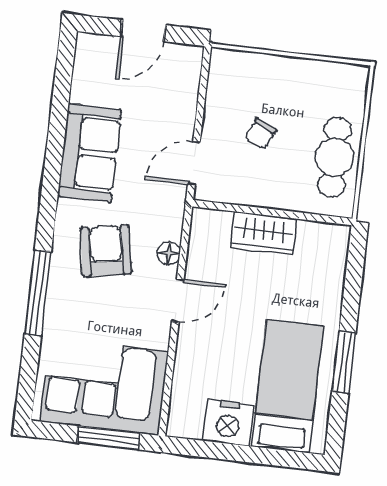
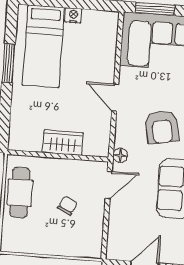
floor lamp: (169, 253) -> (120, 155), moved
door: (178, 301) -> (115, 98), hinge flipped
nightstand: (228, 423) -> (73, 15), width x0.53, depth x0.56

